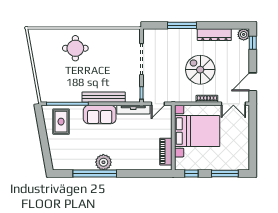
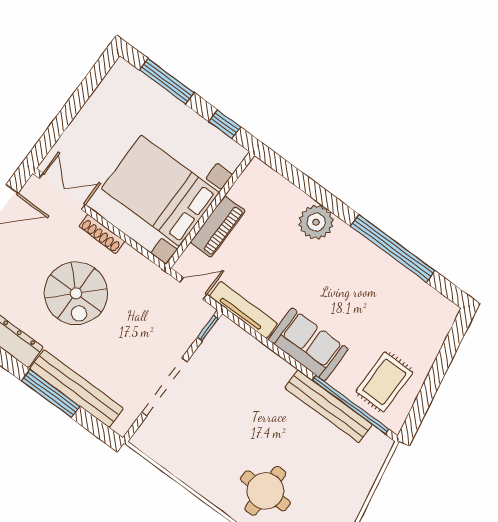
bench: (174, 34) -> (77, 389), added
bench: (104, 97) -> (329, 406), moved
piano: (166, 152) -> (218, 227), moved
plant: (103, 162) -> (316, 222), moved

